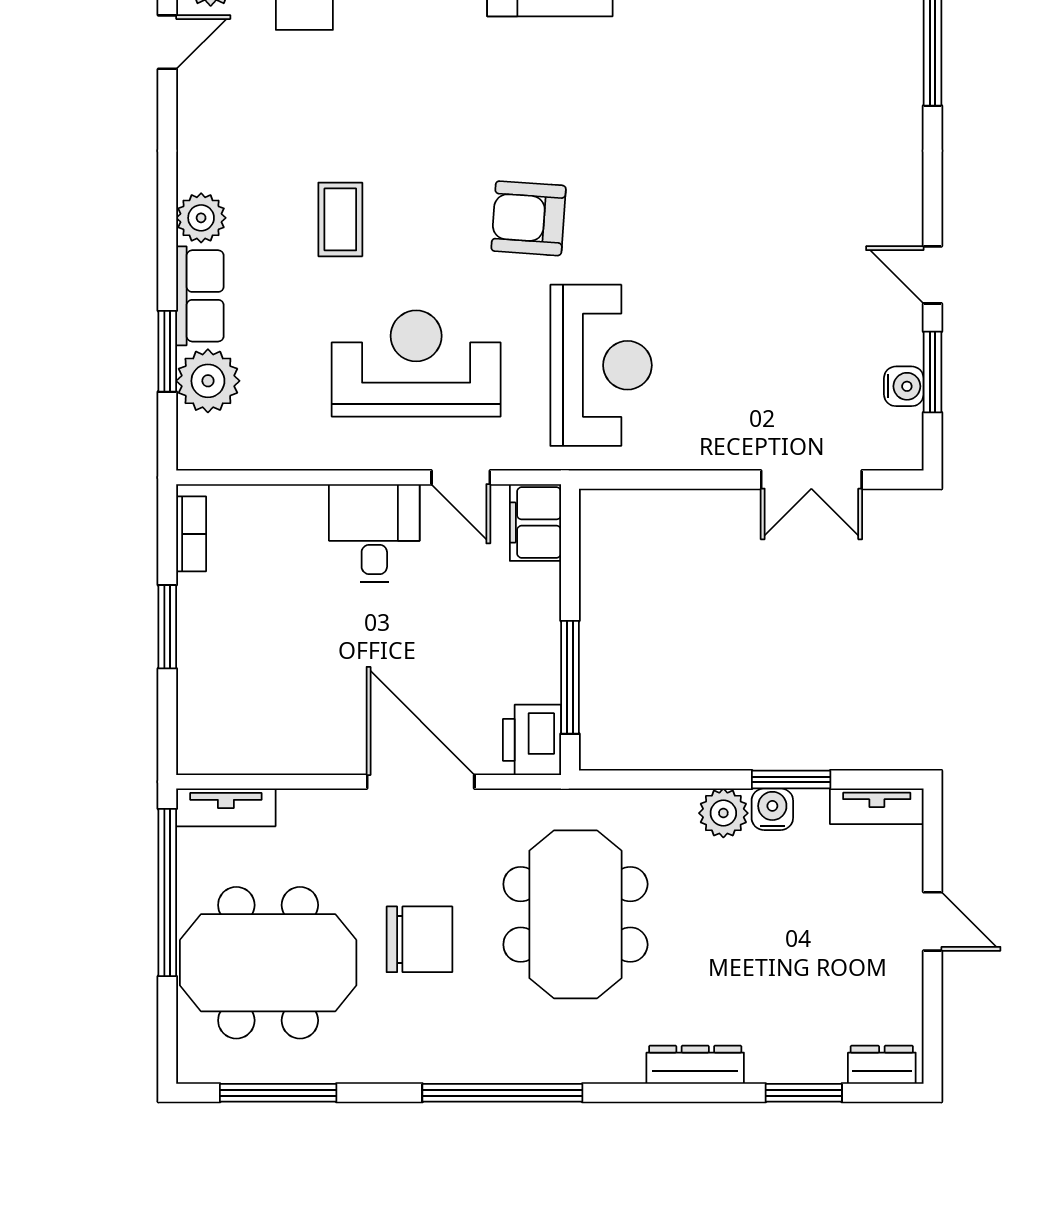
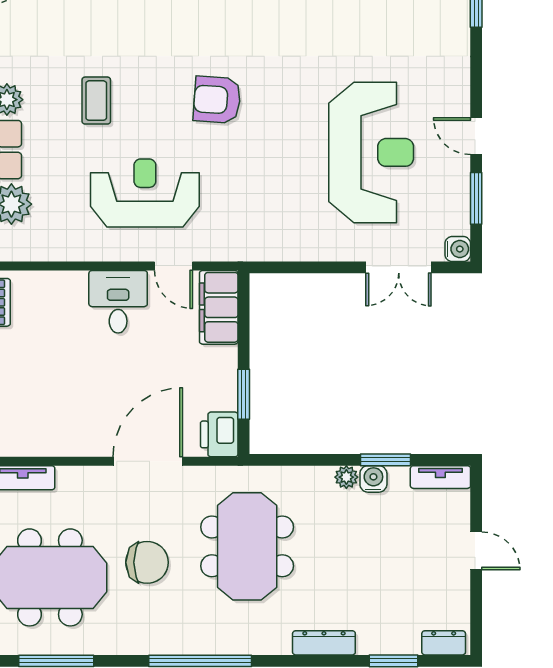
reception desk: (601, 365) -> (371, 152), moved, width x1.36, depth x1.30
water cooler: (904, 386) -> (458, 249), moved
filing cabinet: (535, 523) -> (219, 307), width x1.50, depth x1.17
window: (570, 677) -> (244, 394), width x0.69
door: (421, 782) -> (148, 461), hinge flipped
plant: (723, 813) -> (346, 477), width x0.73, depth x0.73

